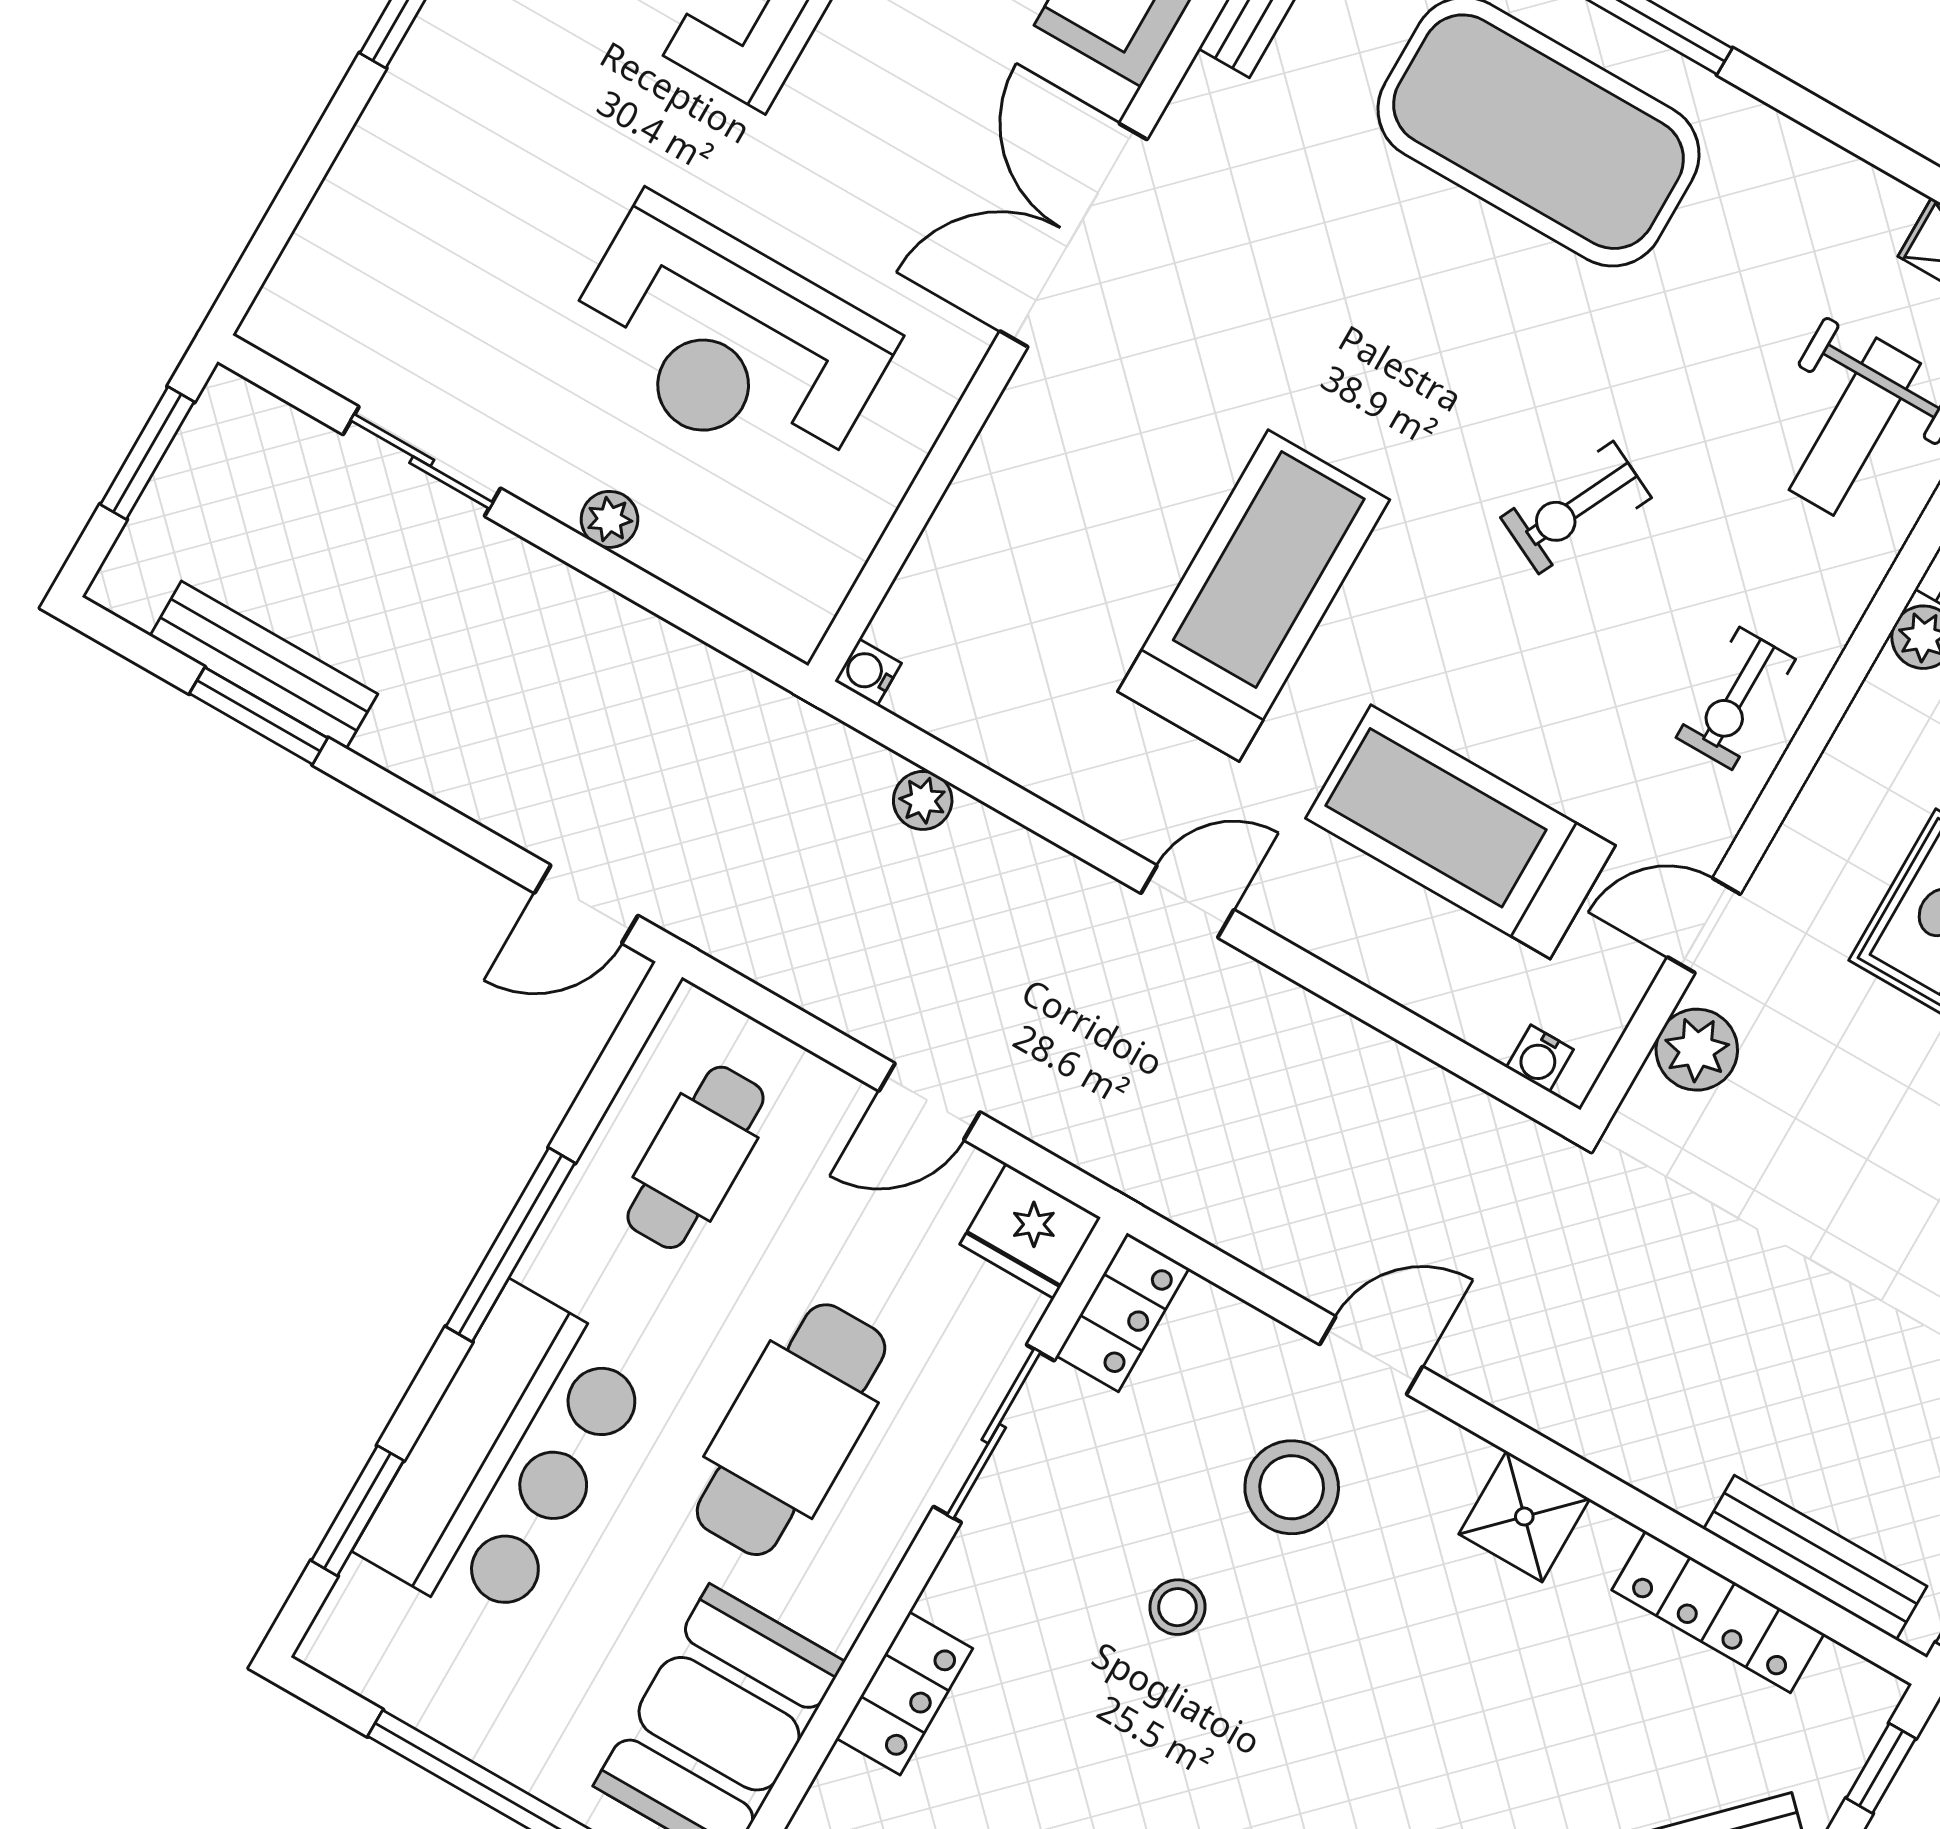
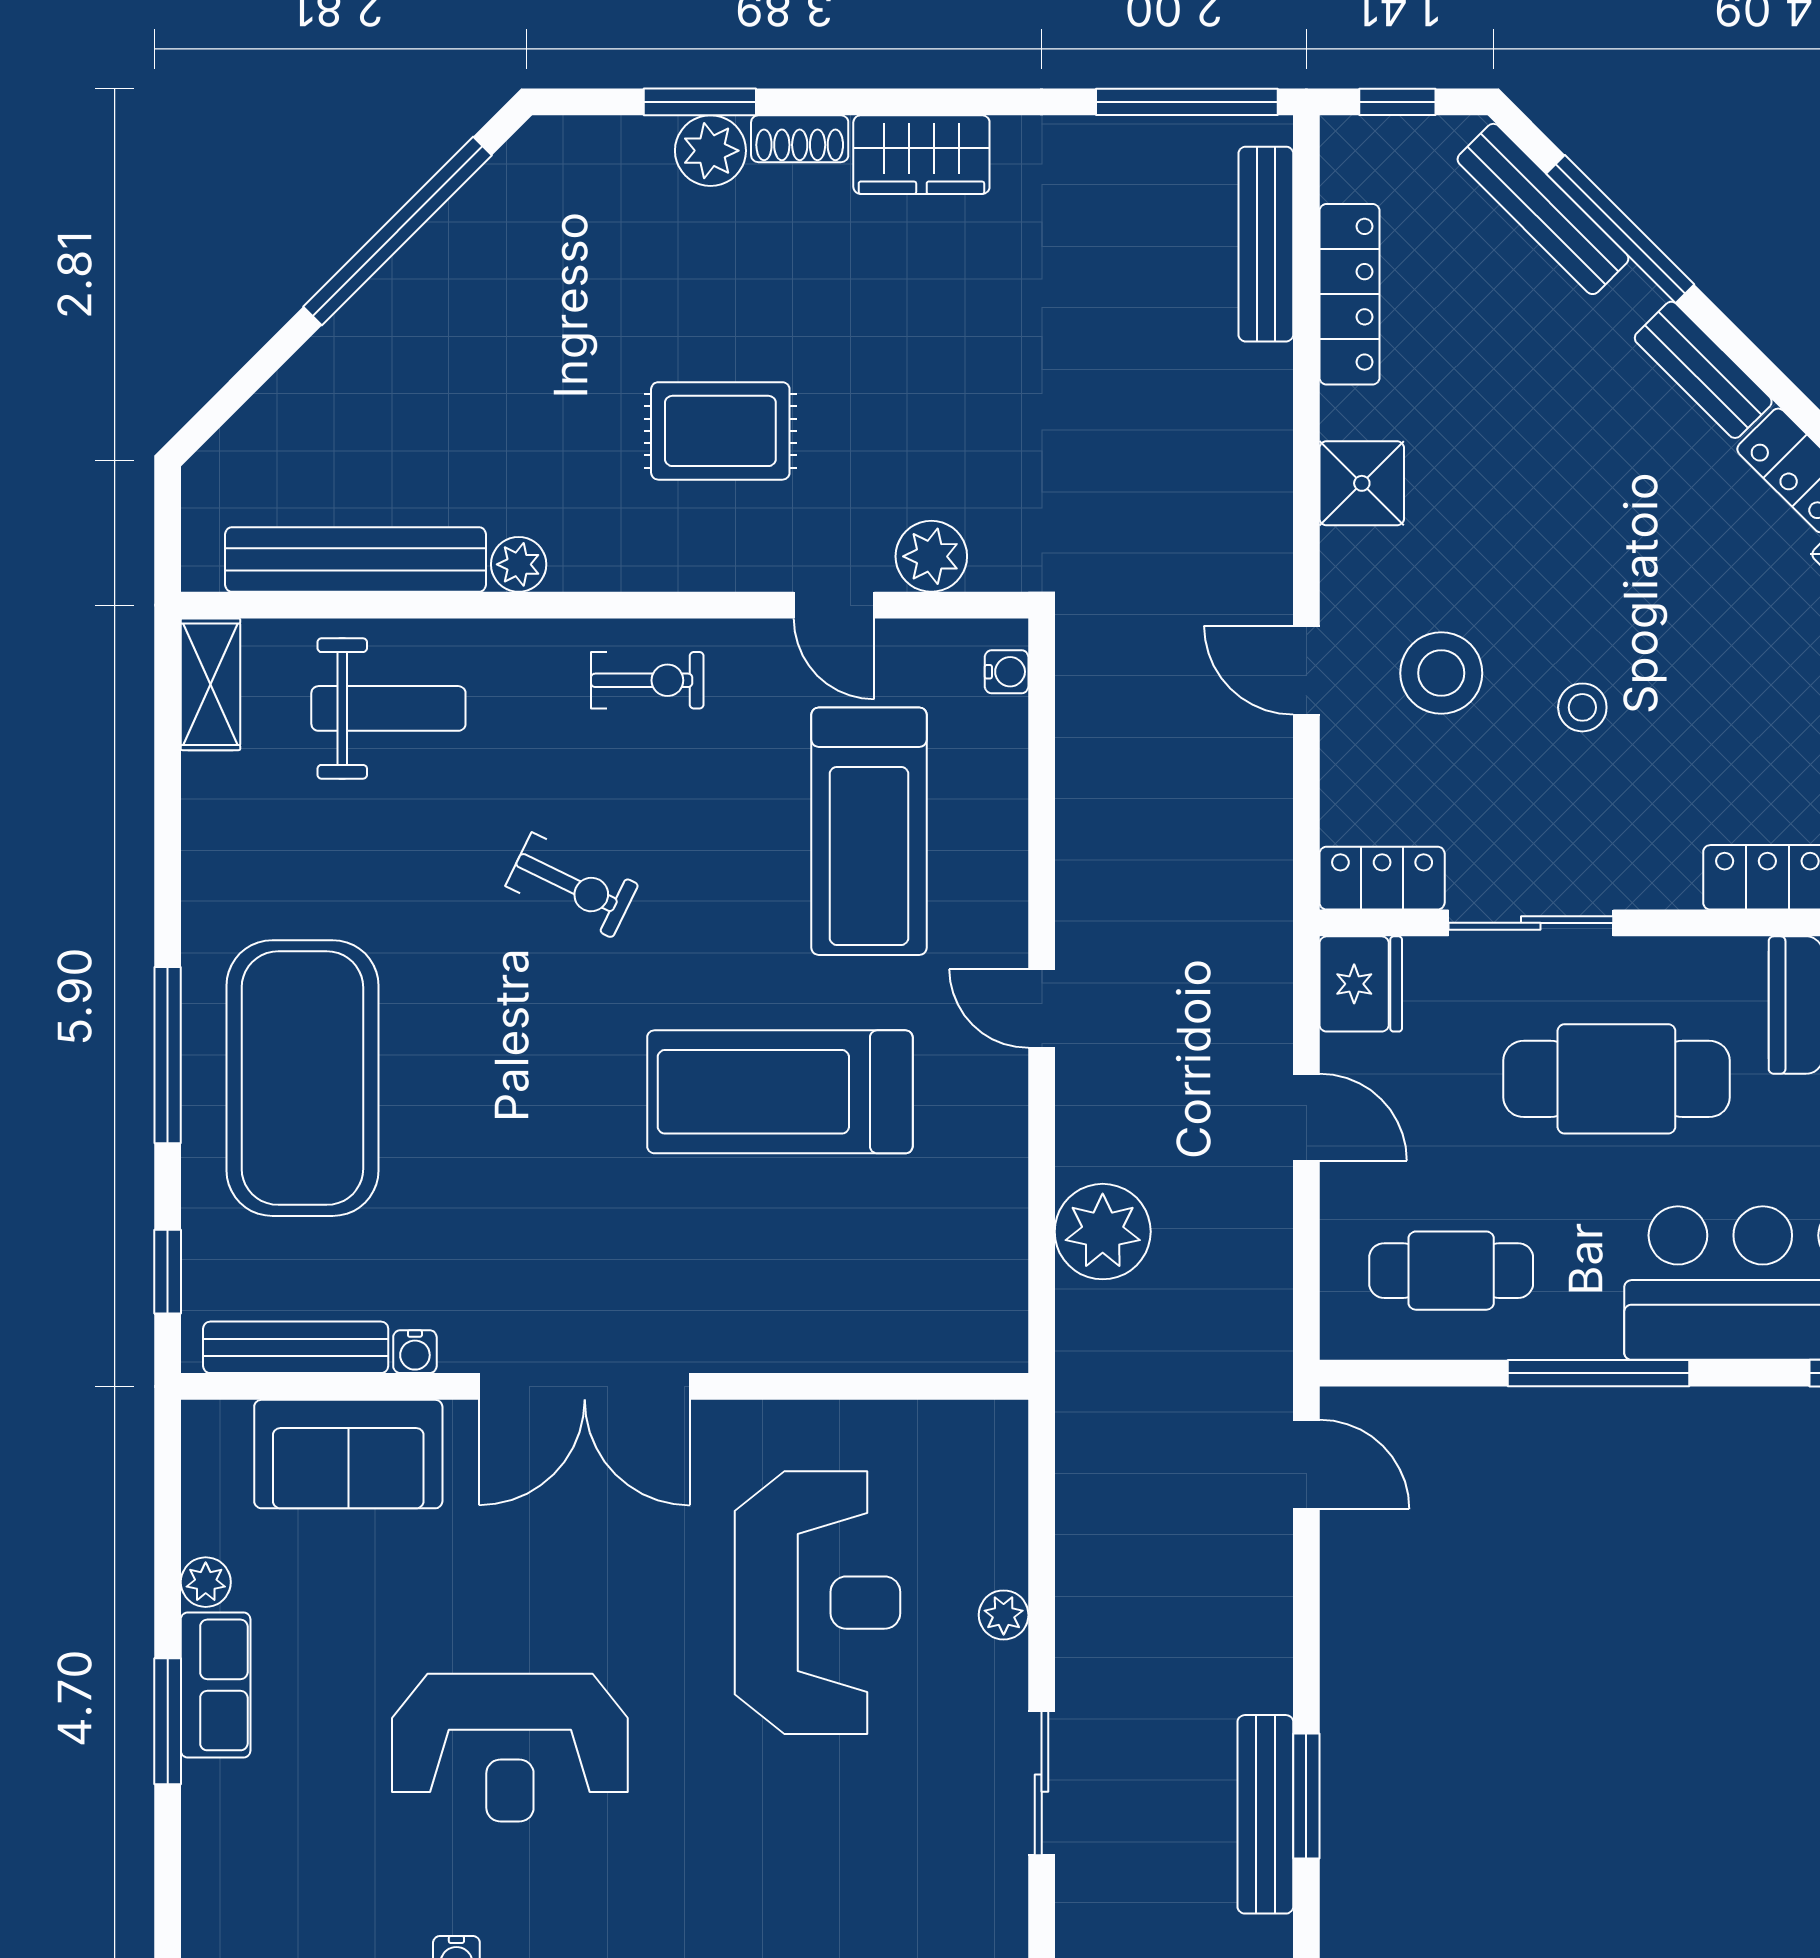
water cooler: (868, 672) -> (415, 1352), moved
plant: (923, 800) -> (1103, 1232), width x1.88, depth x1.88

